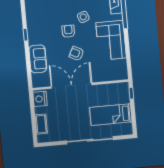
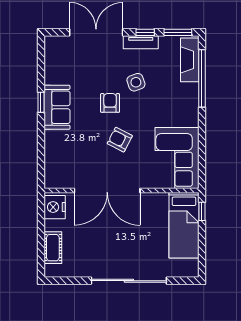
corner sofa: (111, 40) -> (177, 158), moved
sofa: (38, 59) -> (57, 107), moved
double door: (72, 86) -> (107, 190), swing flipped
bed: (111, 115) -> (184, 225), moved, turned -90

